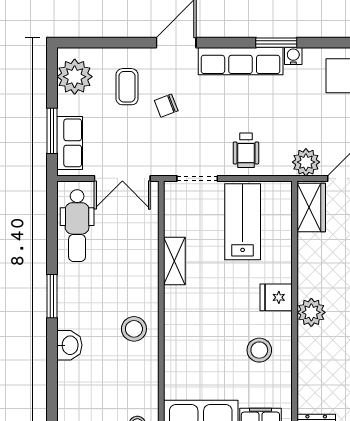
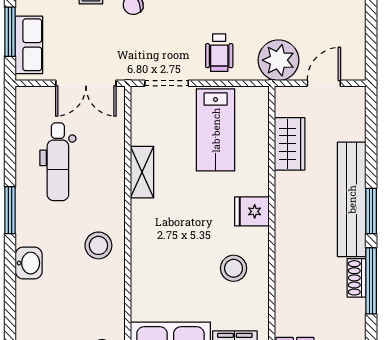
plant: (306, 162) -> (278, 60), width x1.36, depth x1.36
wardrobe: (311, 208) -> (290, 144), moved
lab bench: (243, 222) -> (216, 130), turned 180
dental chair: (77, 226) -> (58, 162), moved
plant: (311, 312) -> (290, 228), removed

